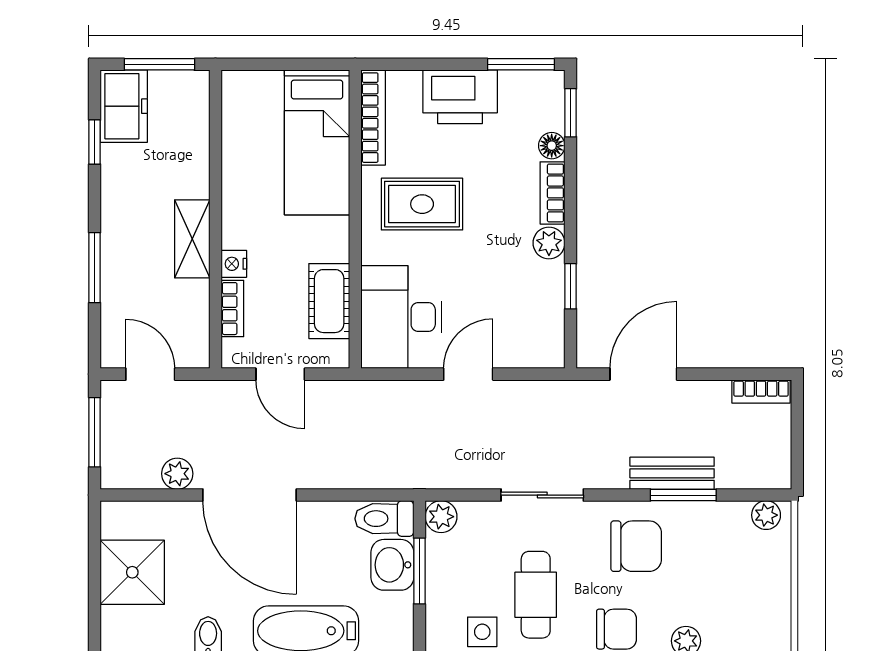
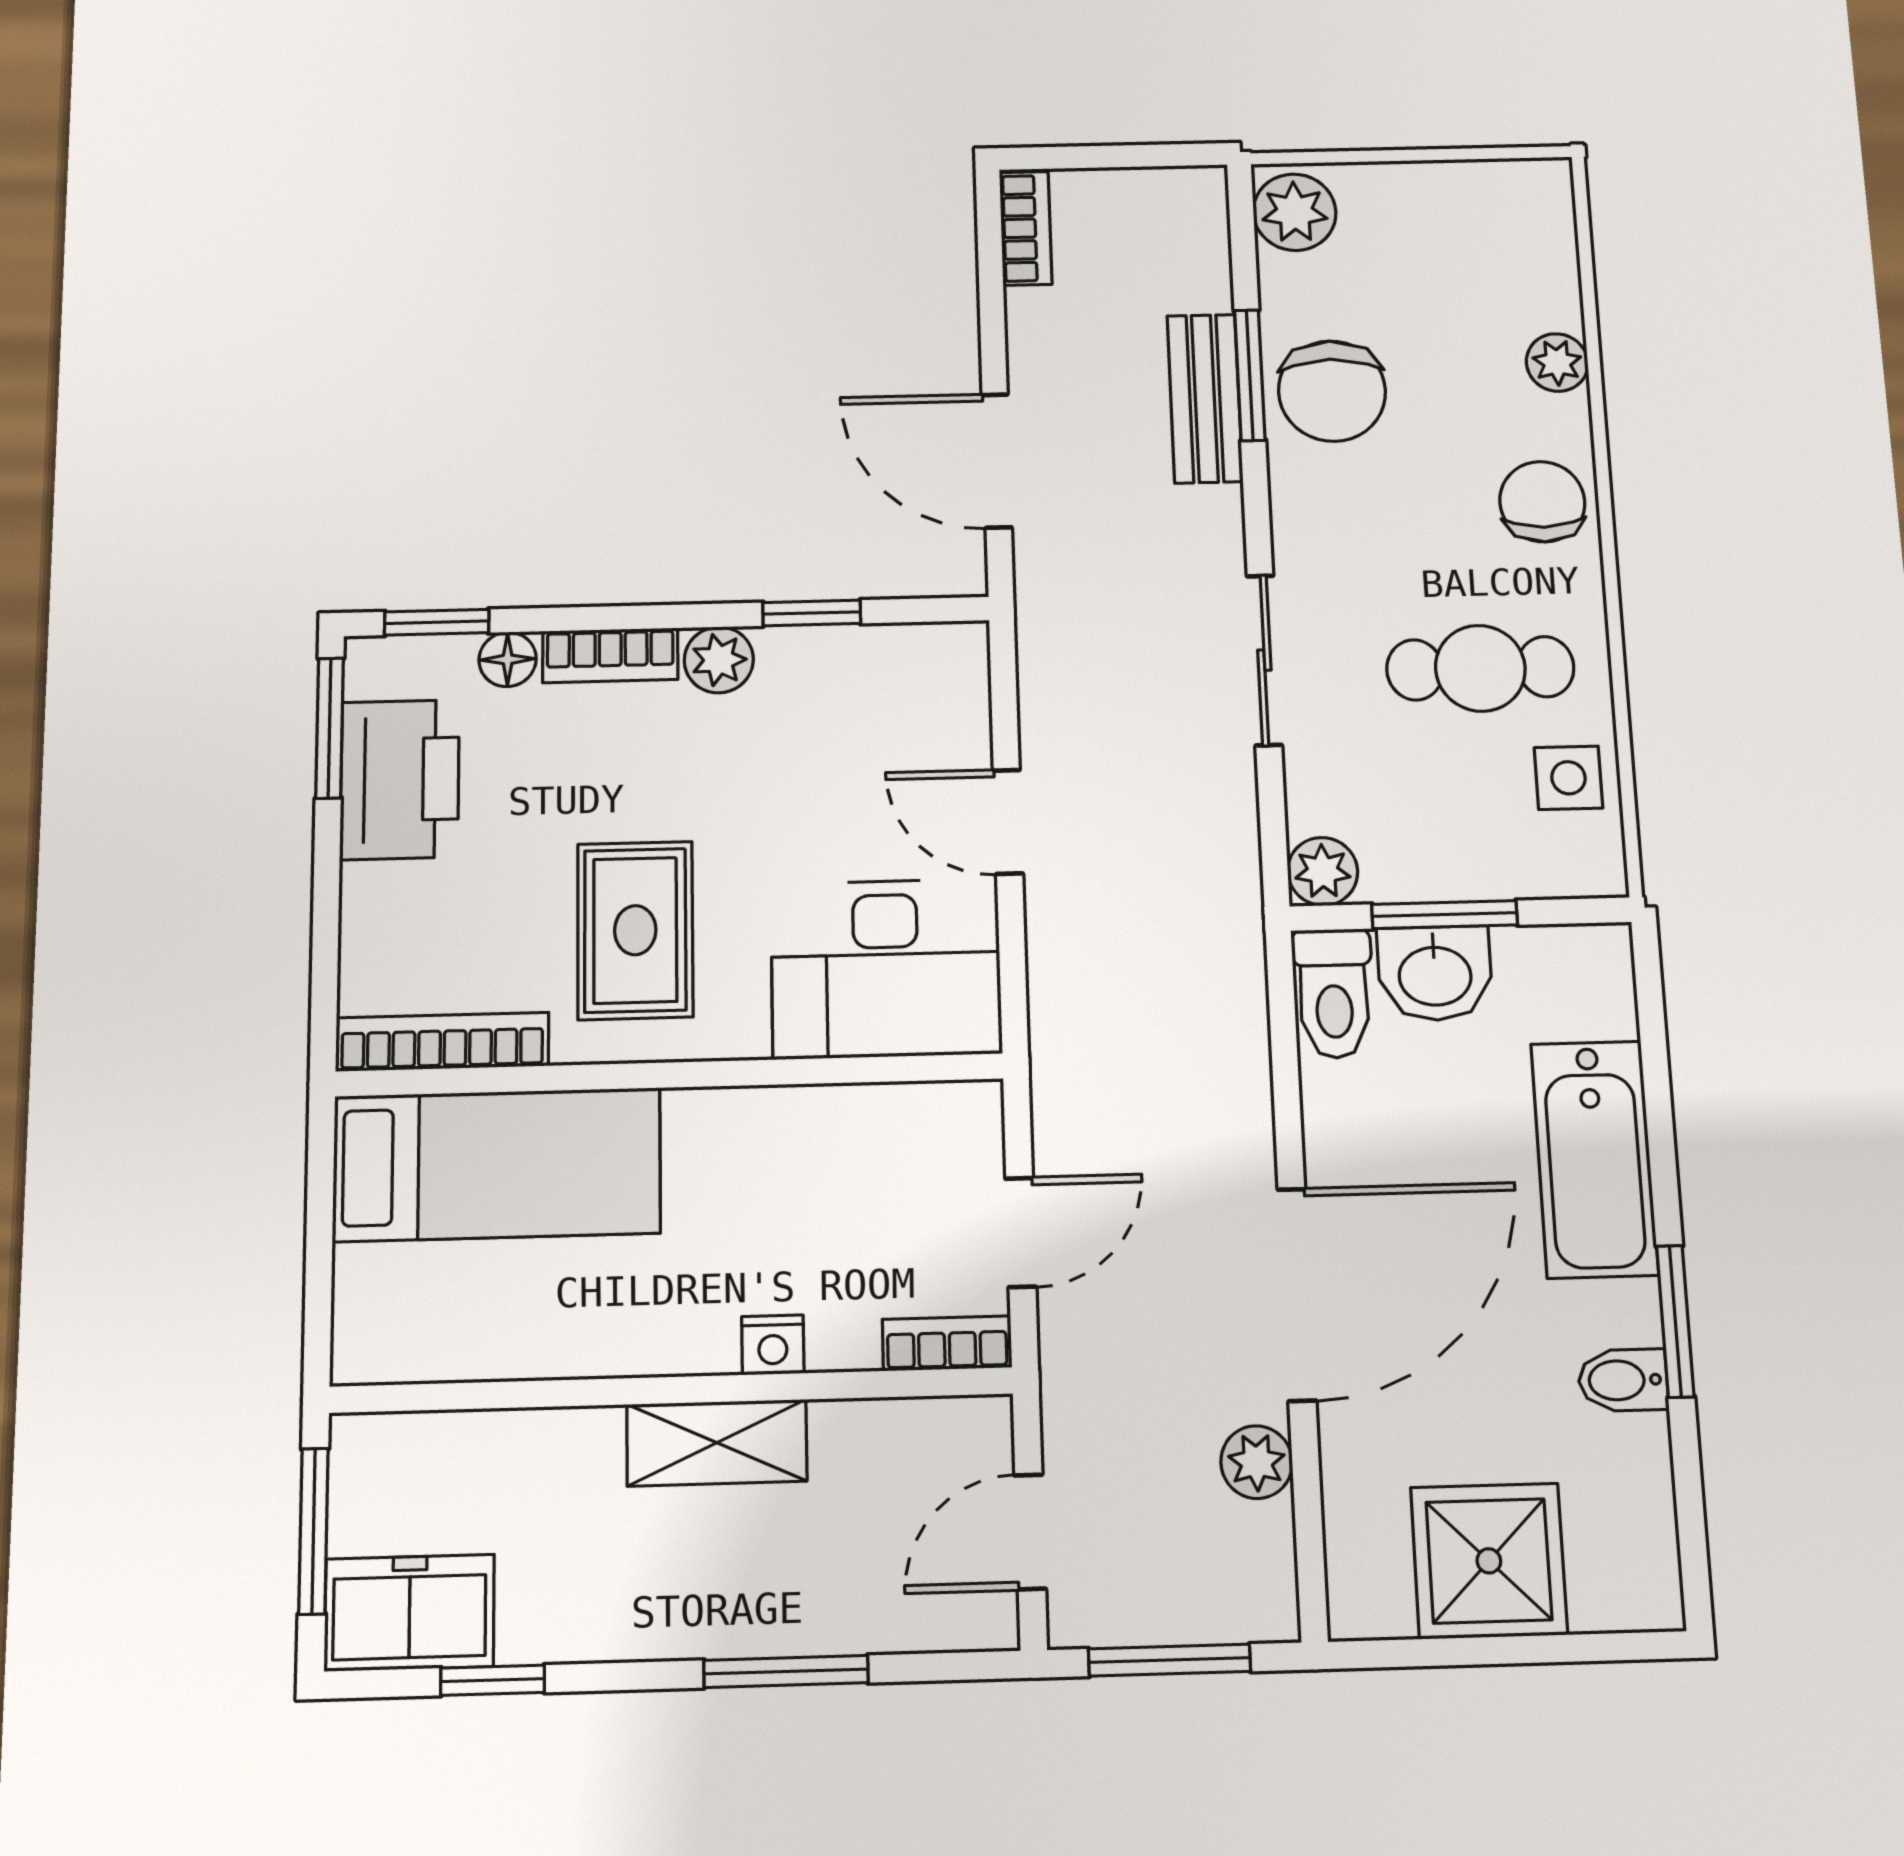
printer: (460, 97) -> (400, 779), moved
cot: (329, 301) -> (854, 1128), removed
bookcase: (232, 309) -> (947, 1343), moved
plant: (766, 515) -> (1295, 212), width x1.38, depth x1.38
chair: (636, 546) -> (1332, 391), moved, turned 180

